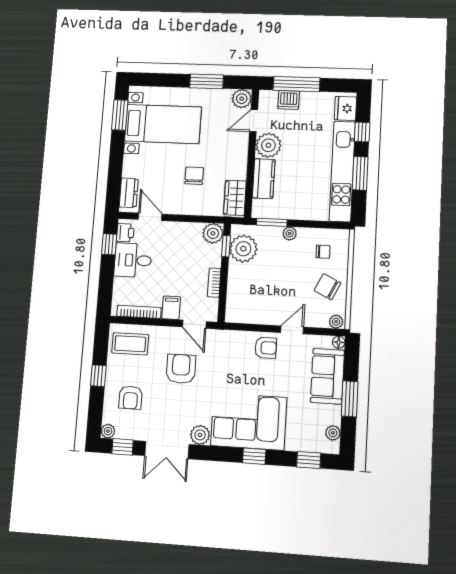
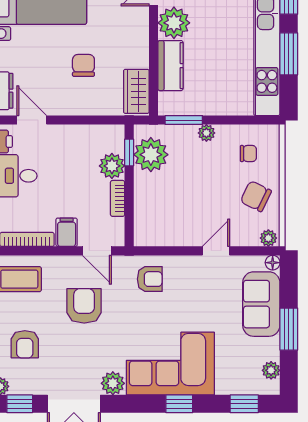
plant: (213, 233) -> (112, 166), moved
armchair: (266, 348) -> (150, 279), moved

